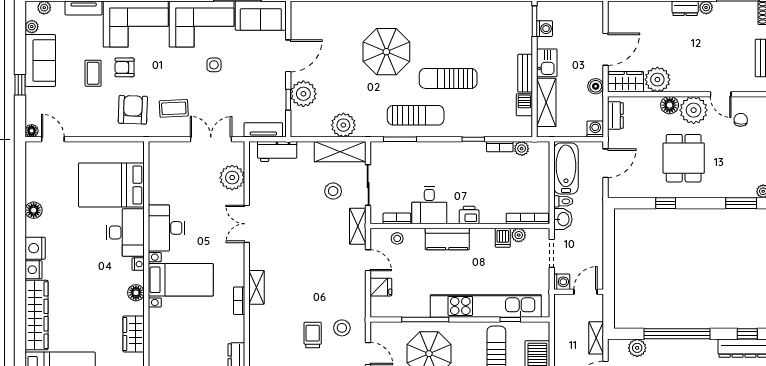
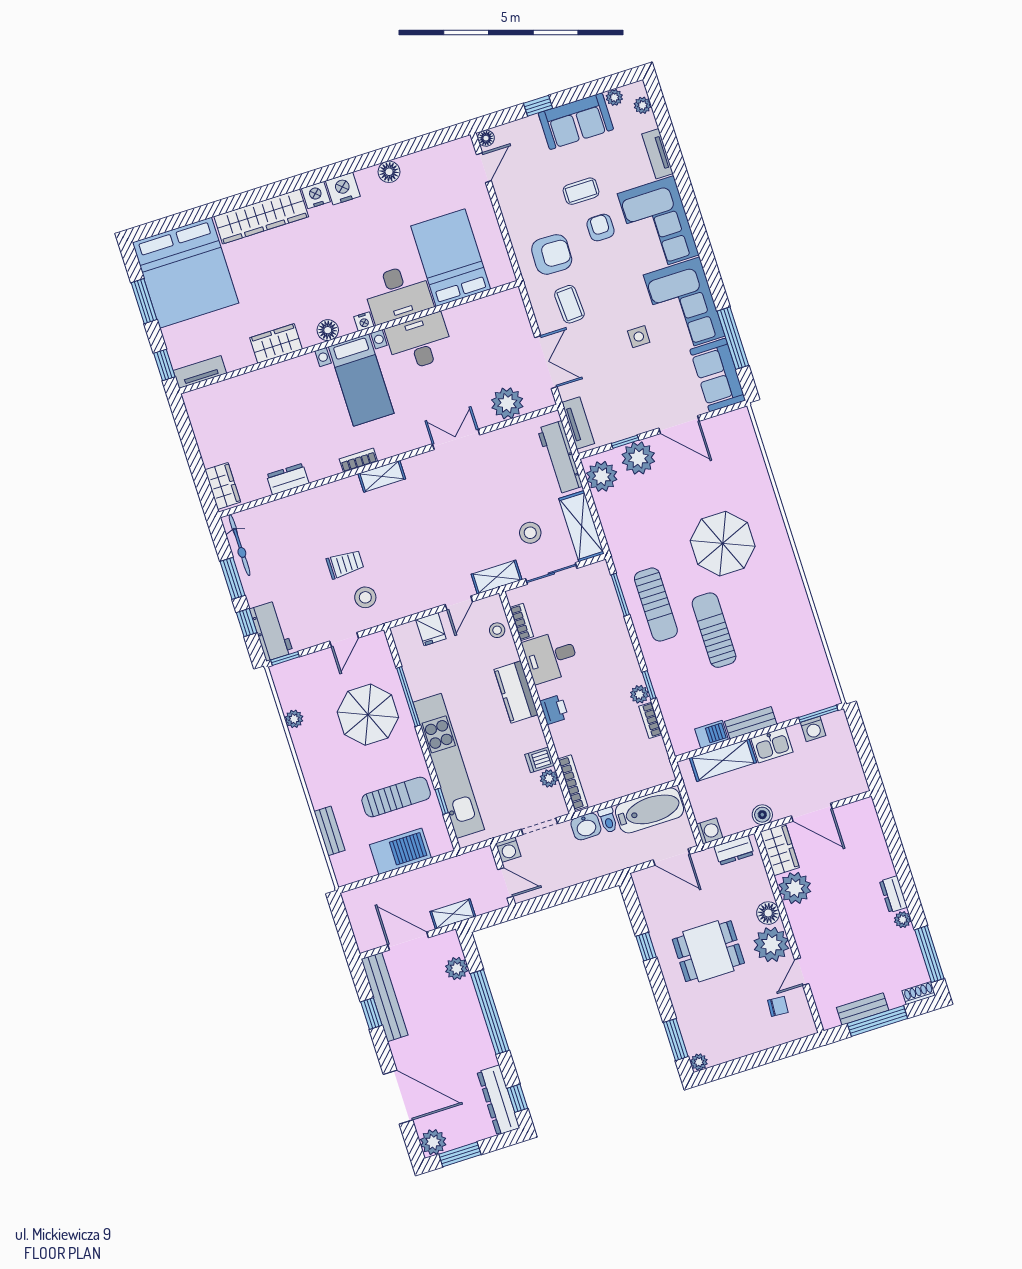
plant: (343, 125) -> (602, 476), moved
plant: (522, 149) -> (639, 694), moved
workbench: (277, 151) -> (560, 457), width x1.37

